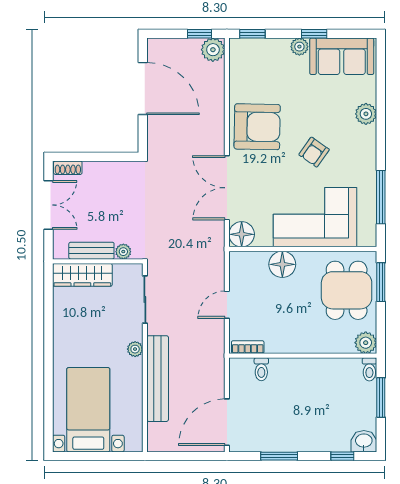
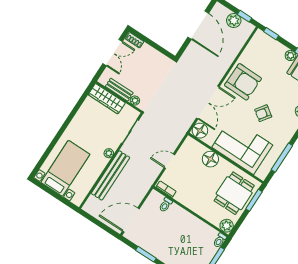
plant: (213, 50) -> (234, 21), moved
double door: (227, 188) -> (208, 102), swing flipped

